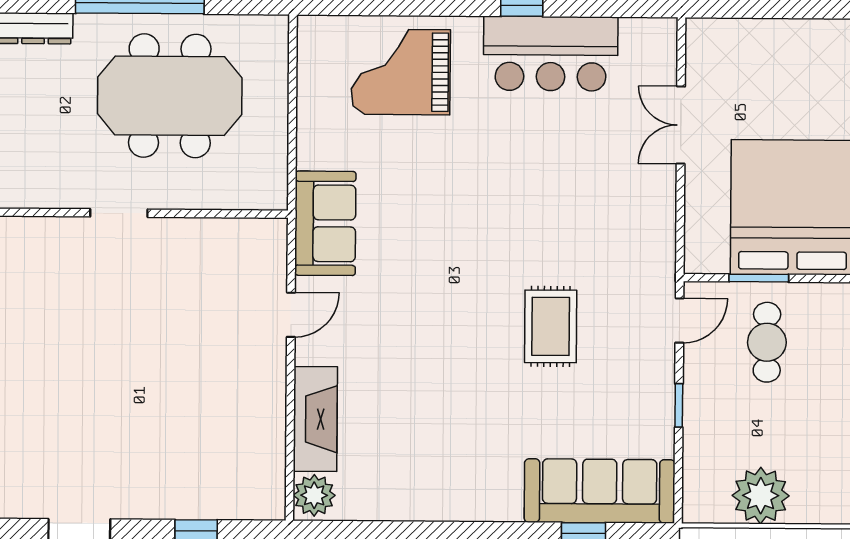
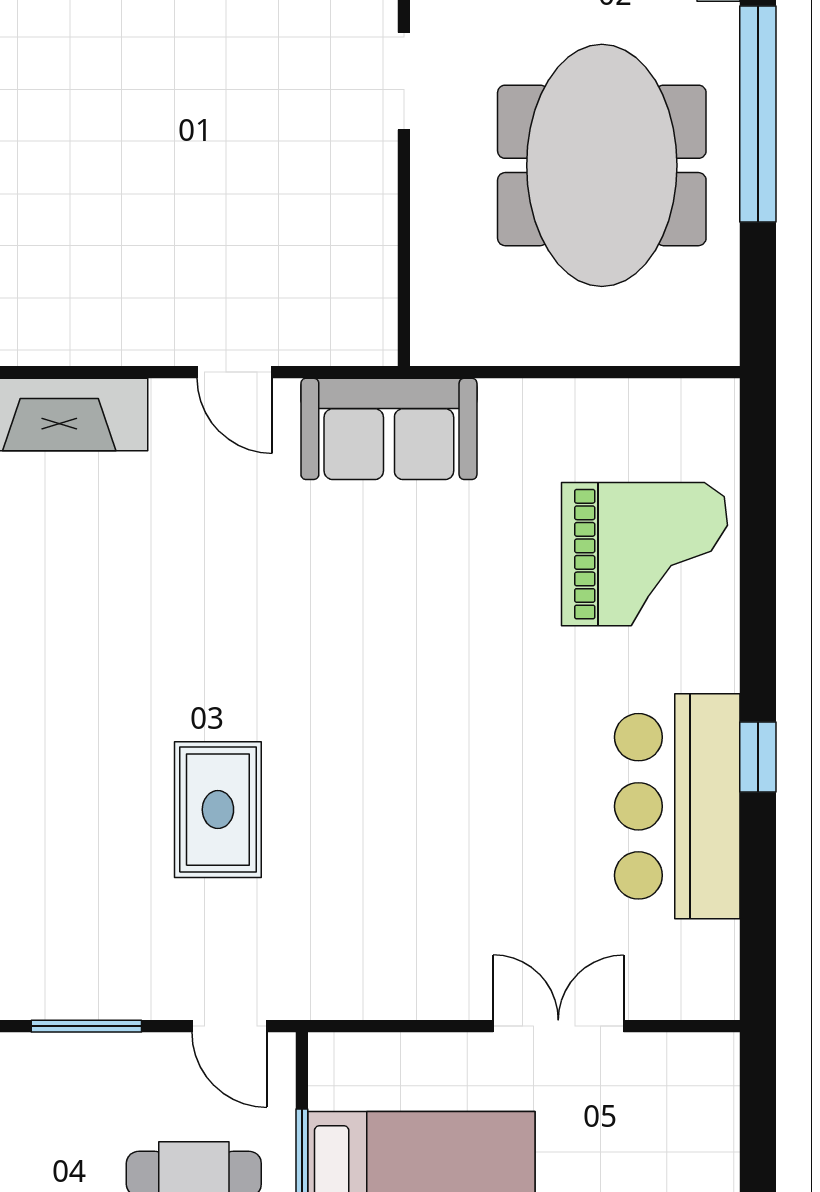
grand piano: (401, 72) -> (644, 554), turned 90
rug: (551, 326) -> (218, 810), turned 90
window: (679, 405) -> (86, 1026), width x1.50

